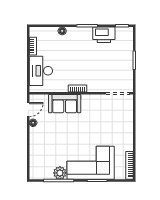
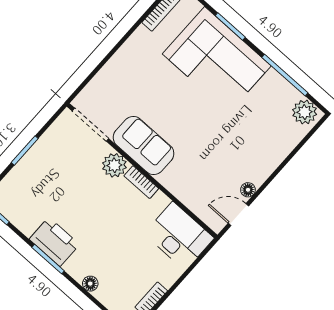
printer: (104, 35) -> (54, 242), moved
desk: (41, 71) -> (179, 236), moved, turned -90
plant: (94, 86) -> (114, 165), added
sofa: (65, 104) -> (144, 145), moved
plant: (60, 173) -> (305, 112), moved

